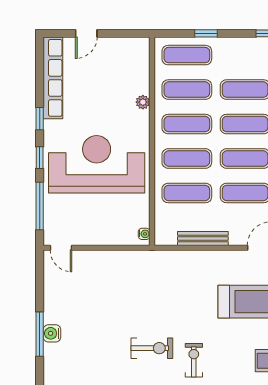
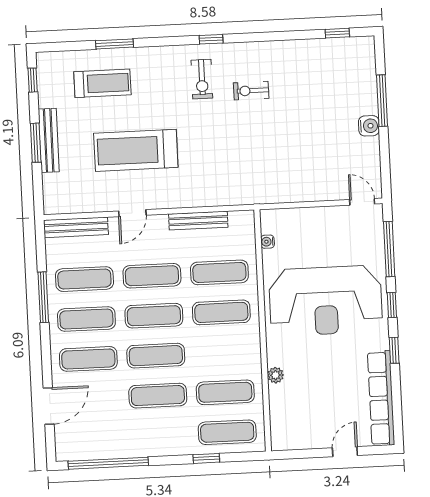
exercise mat: (187, 124) -> (223, 352), removed
water cooler: (144, 234) -> (267, 242), moved
water cooler: (52, 333) -> (369, 126), moved
exercise bike: (152, 348) -> (251, 91), width x0.73, depth x0.72

